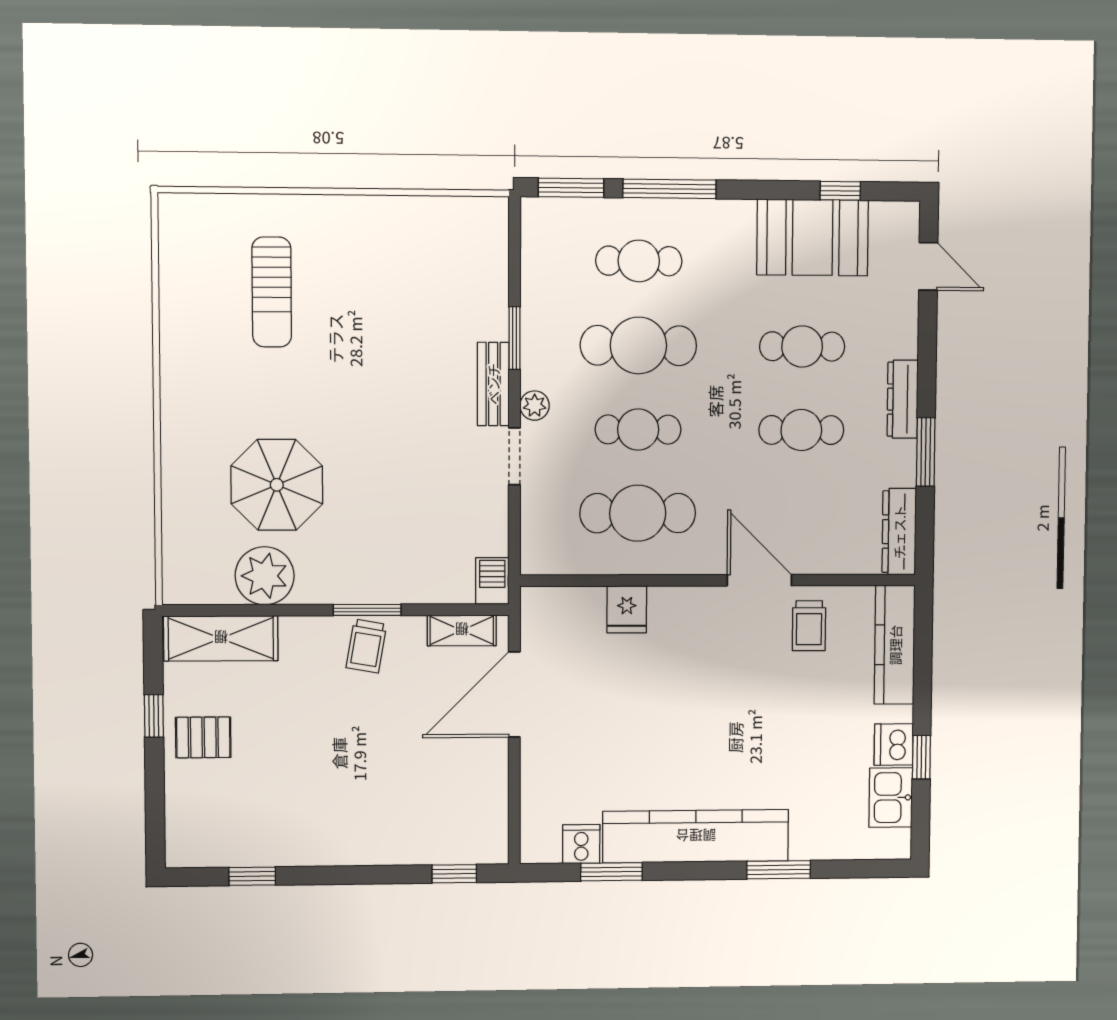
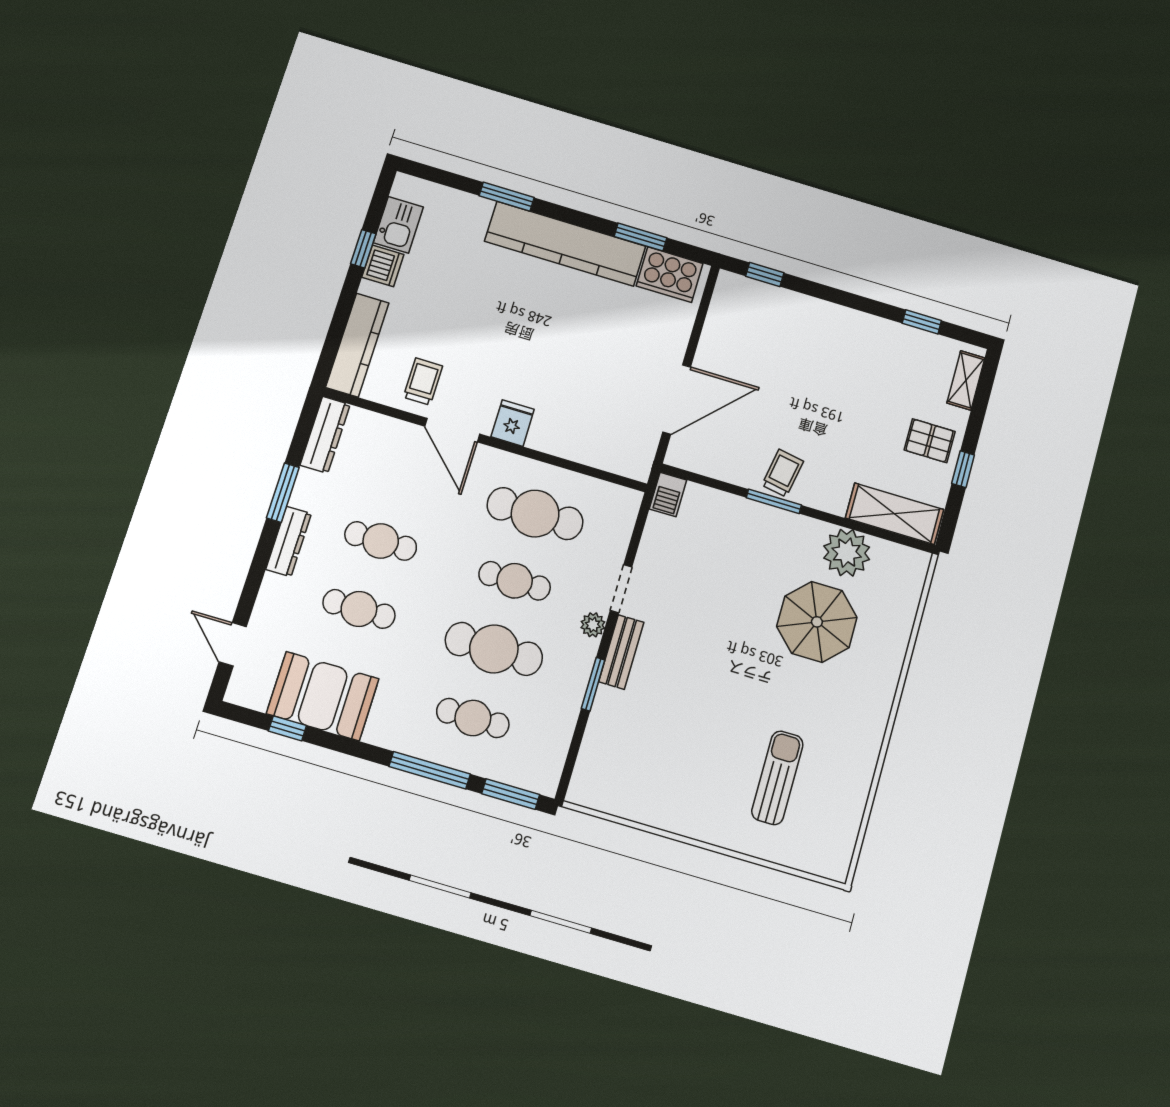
fridge: (627, 609) -> (513, 423), moved
shelving: (462, 630) -> (966, 380), moved, turned 90
cooker: (581, 844) -> (670, 275), width x1.87, depth x1.31

